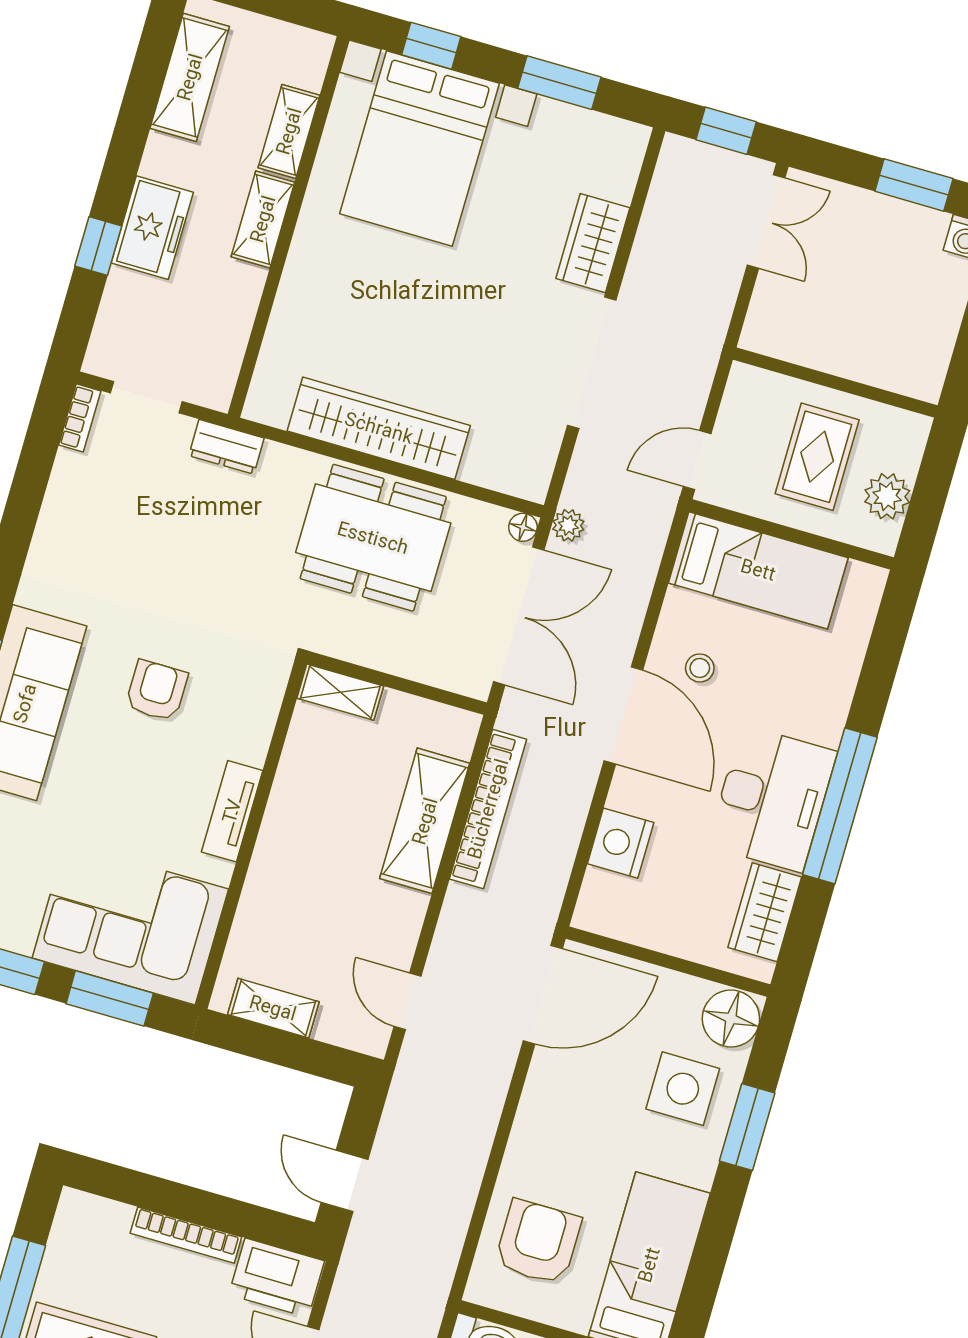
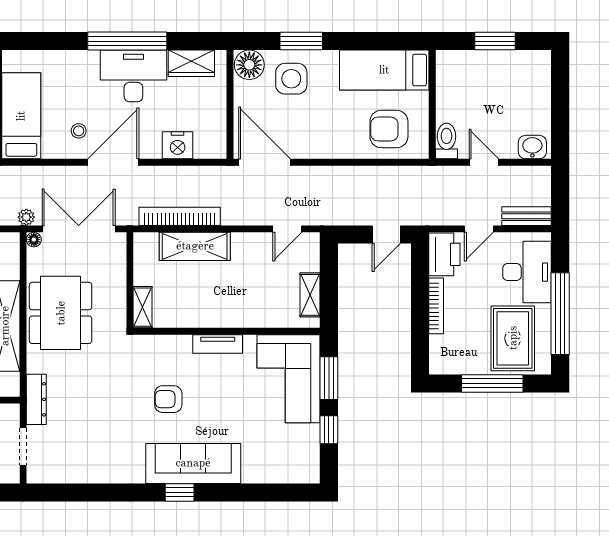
bookcase: (80, 418) -> (43, 477), removed
dresser: (226, 447) -> (36, 399), width x1.44

